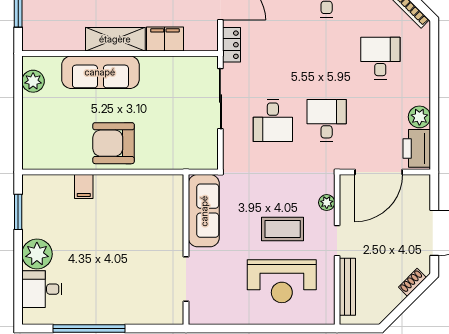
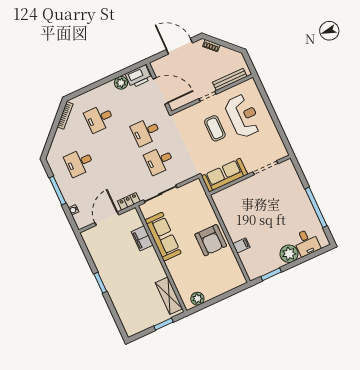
shelving: (115, 39) -> (169, 296), moved
sofa: (100, 72) -> (163, 237), moved
desk: (273, 120) -> (159, 160), turned 180
plant: (327, 203) -> (190, 111), removed

